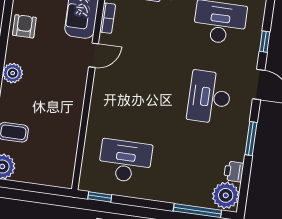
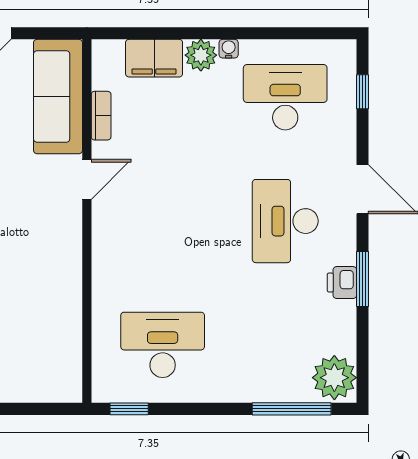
window: (265, 42) -> (363, 92), moved
printer: (234, 172) -> (342, 283), moved

